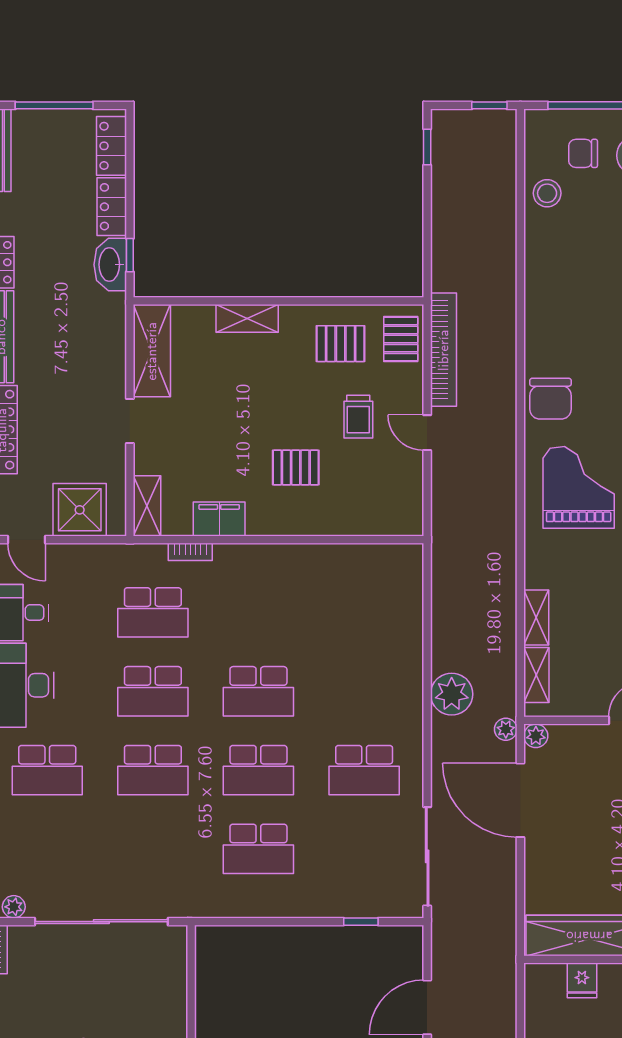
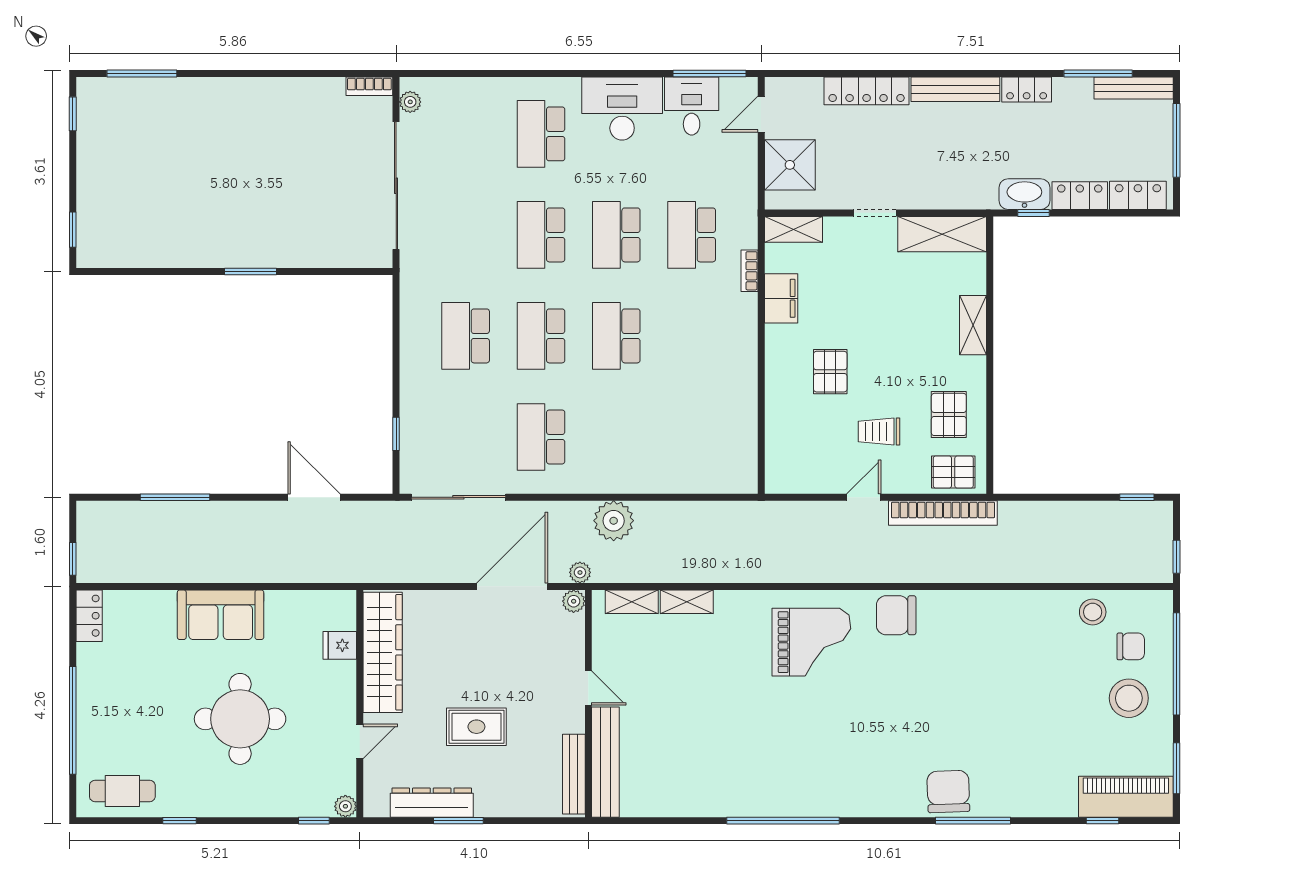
chair: (583, 153) -> (1131, 646), turned 90

